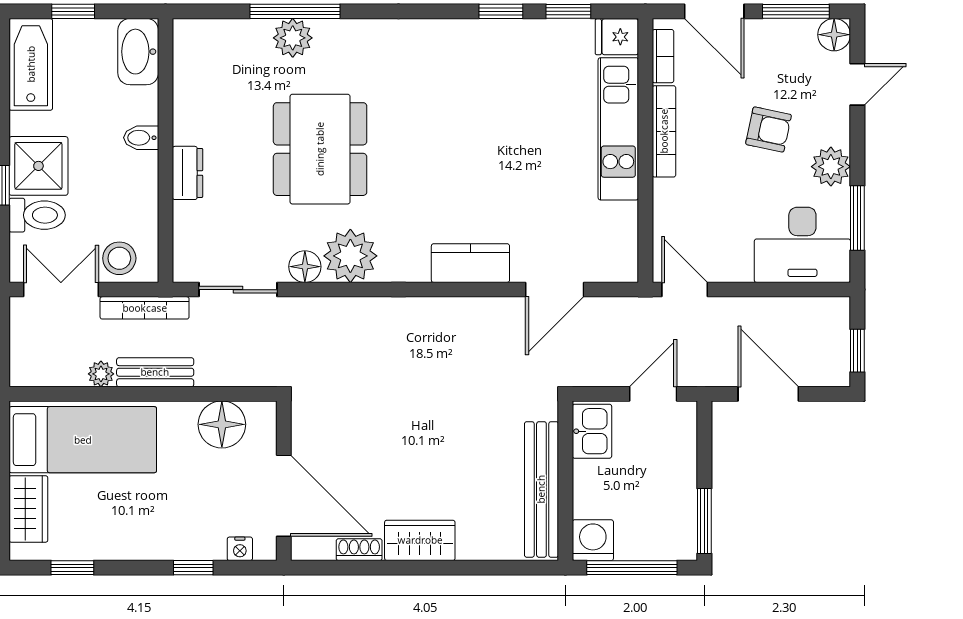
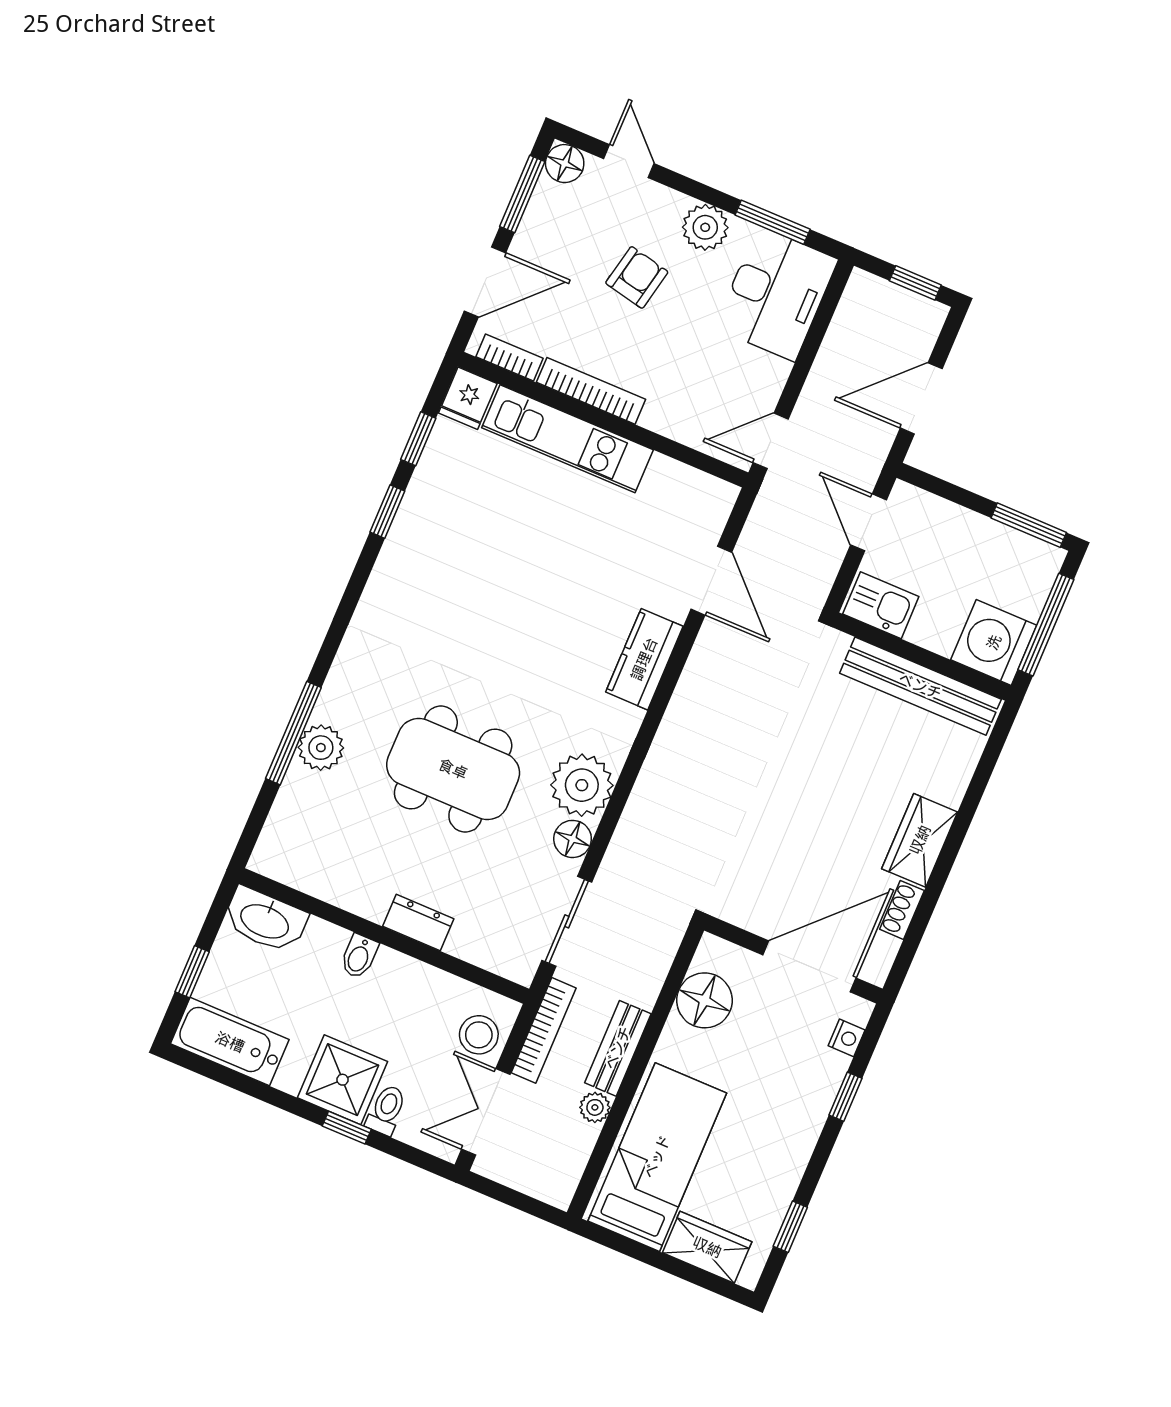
toilet: (37, 215) -> (386, 1110), width x0.73, depth x0.72
washing machine: (593, 540) -> (994, 642), width x1.37, depth x1.37

